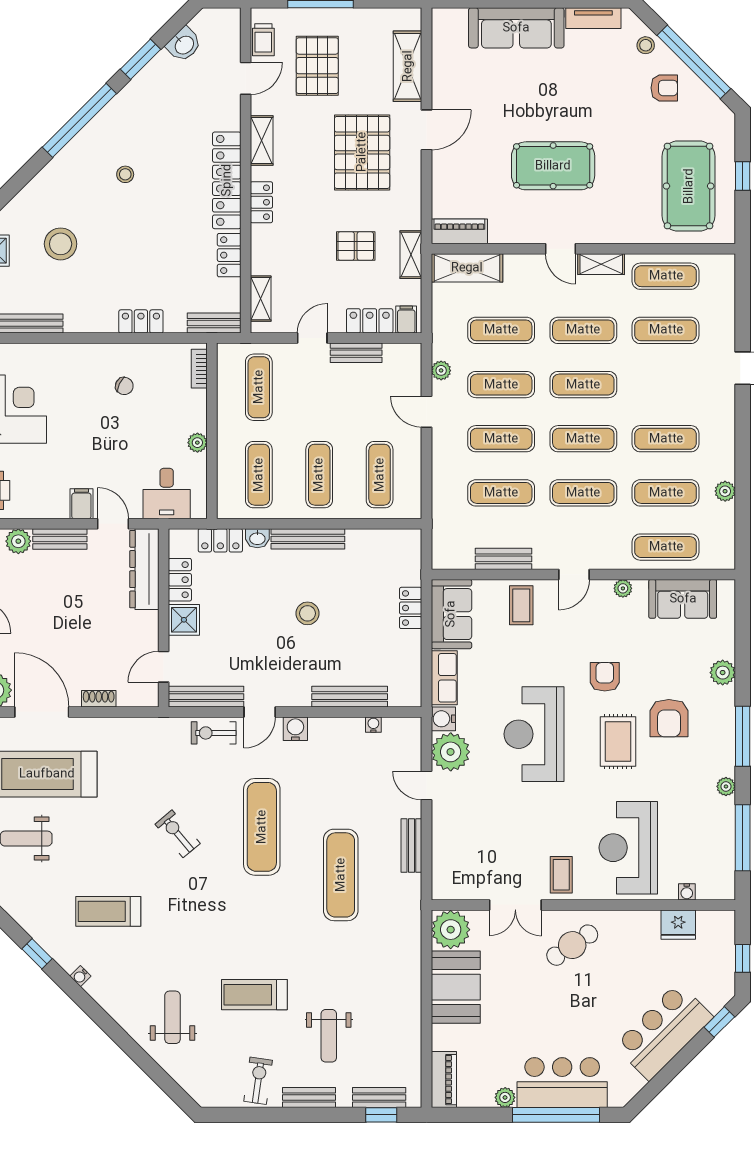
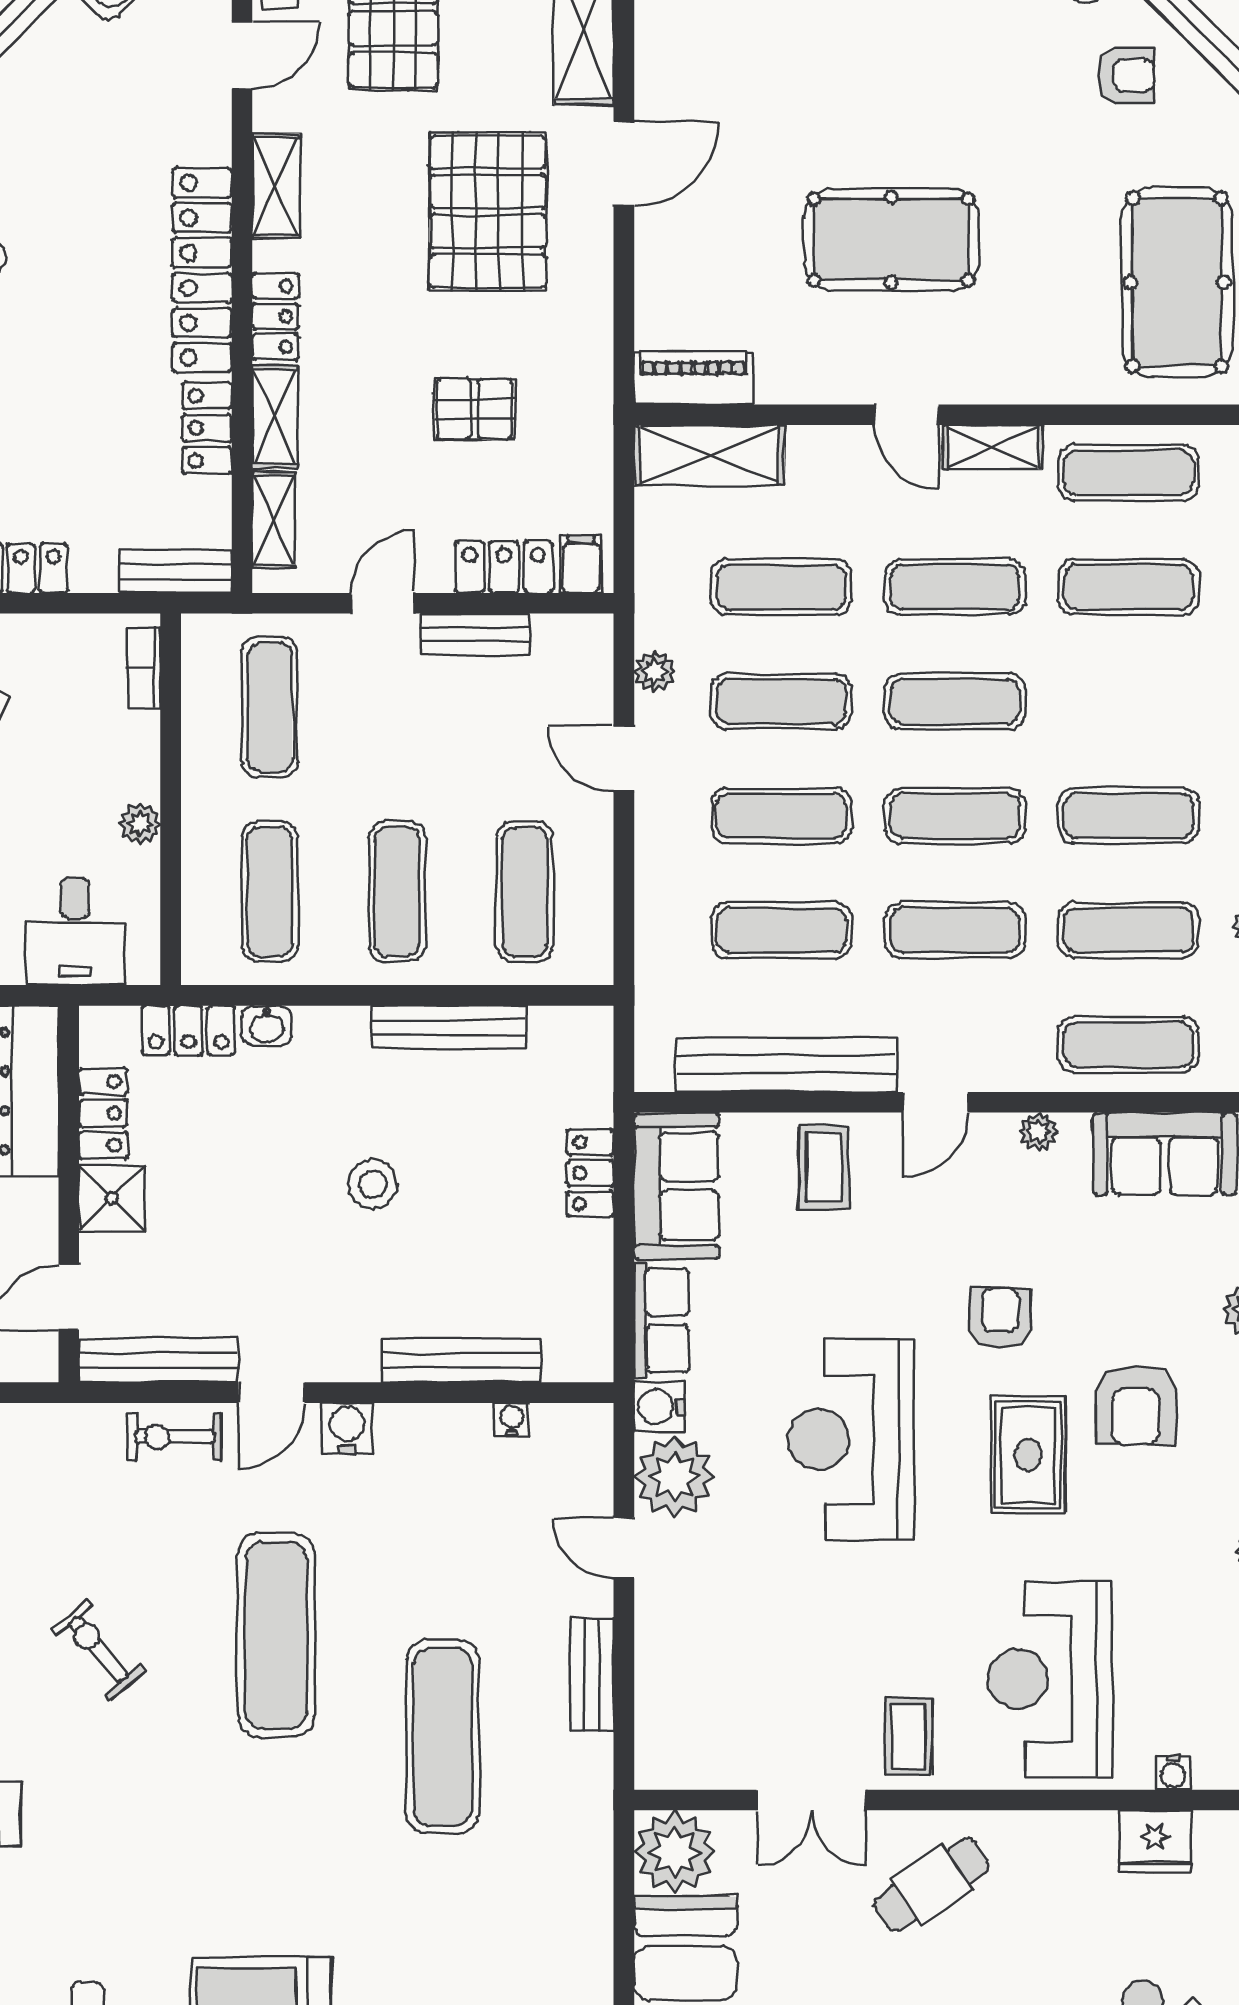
shelving: (411, 255) -> (275, 417), moved
bench: (308, 539) -> (449, 1027), moved
bench: (503, 559) -> (786, 1065), width x1.86, depth x1.21

